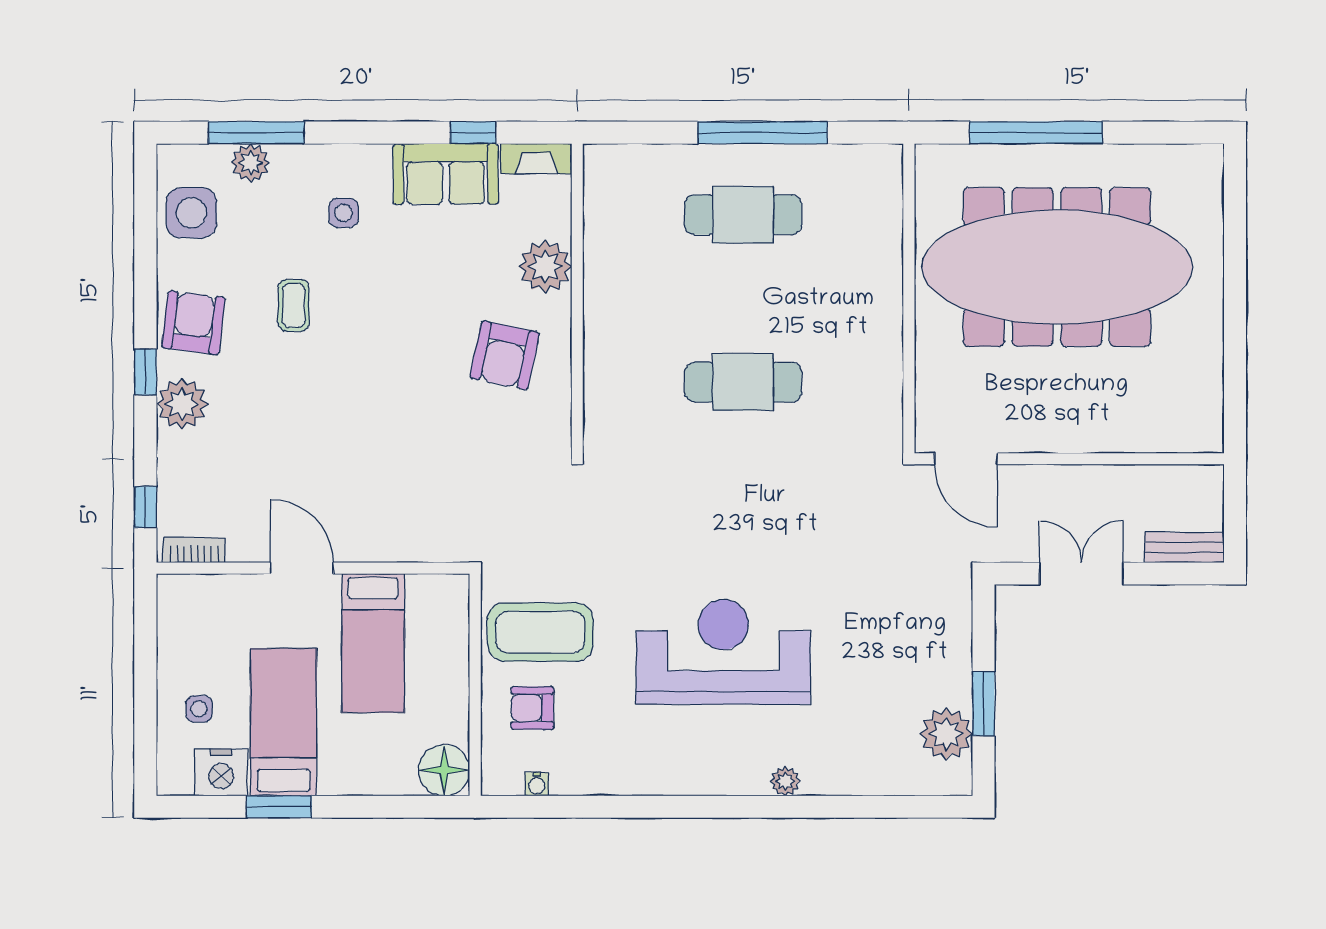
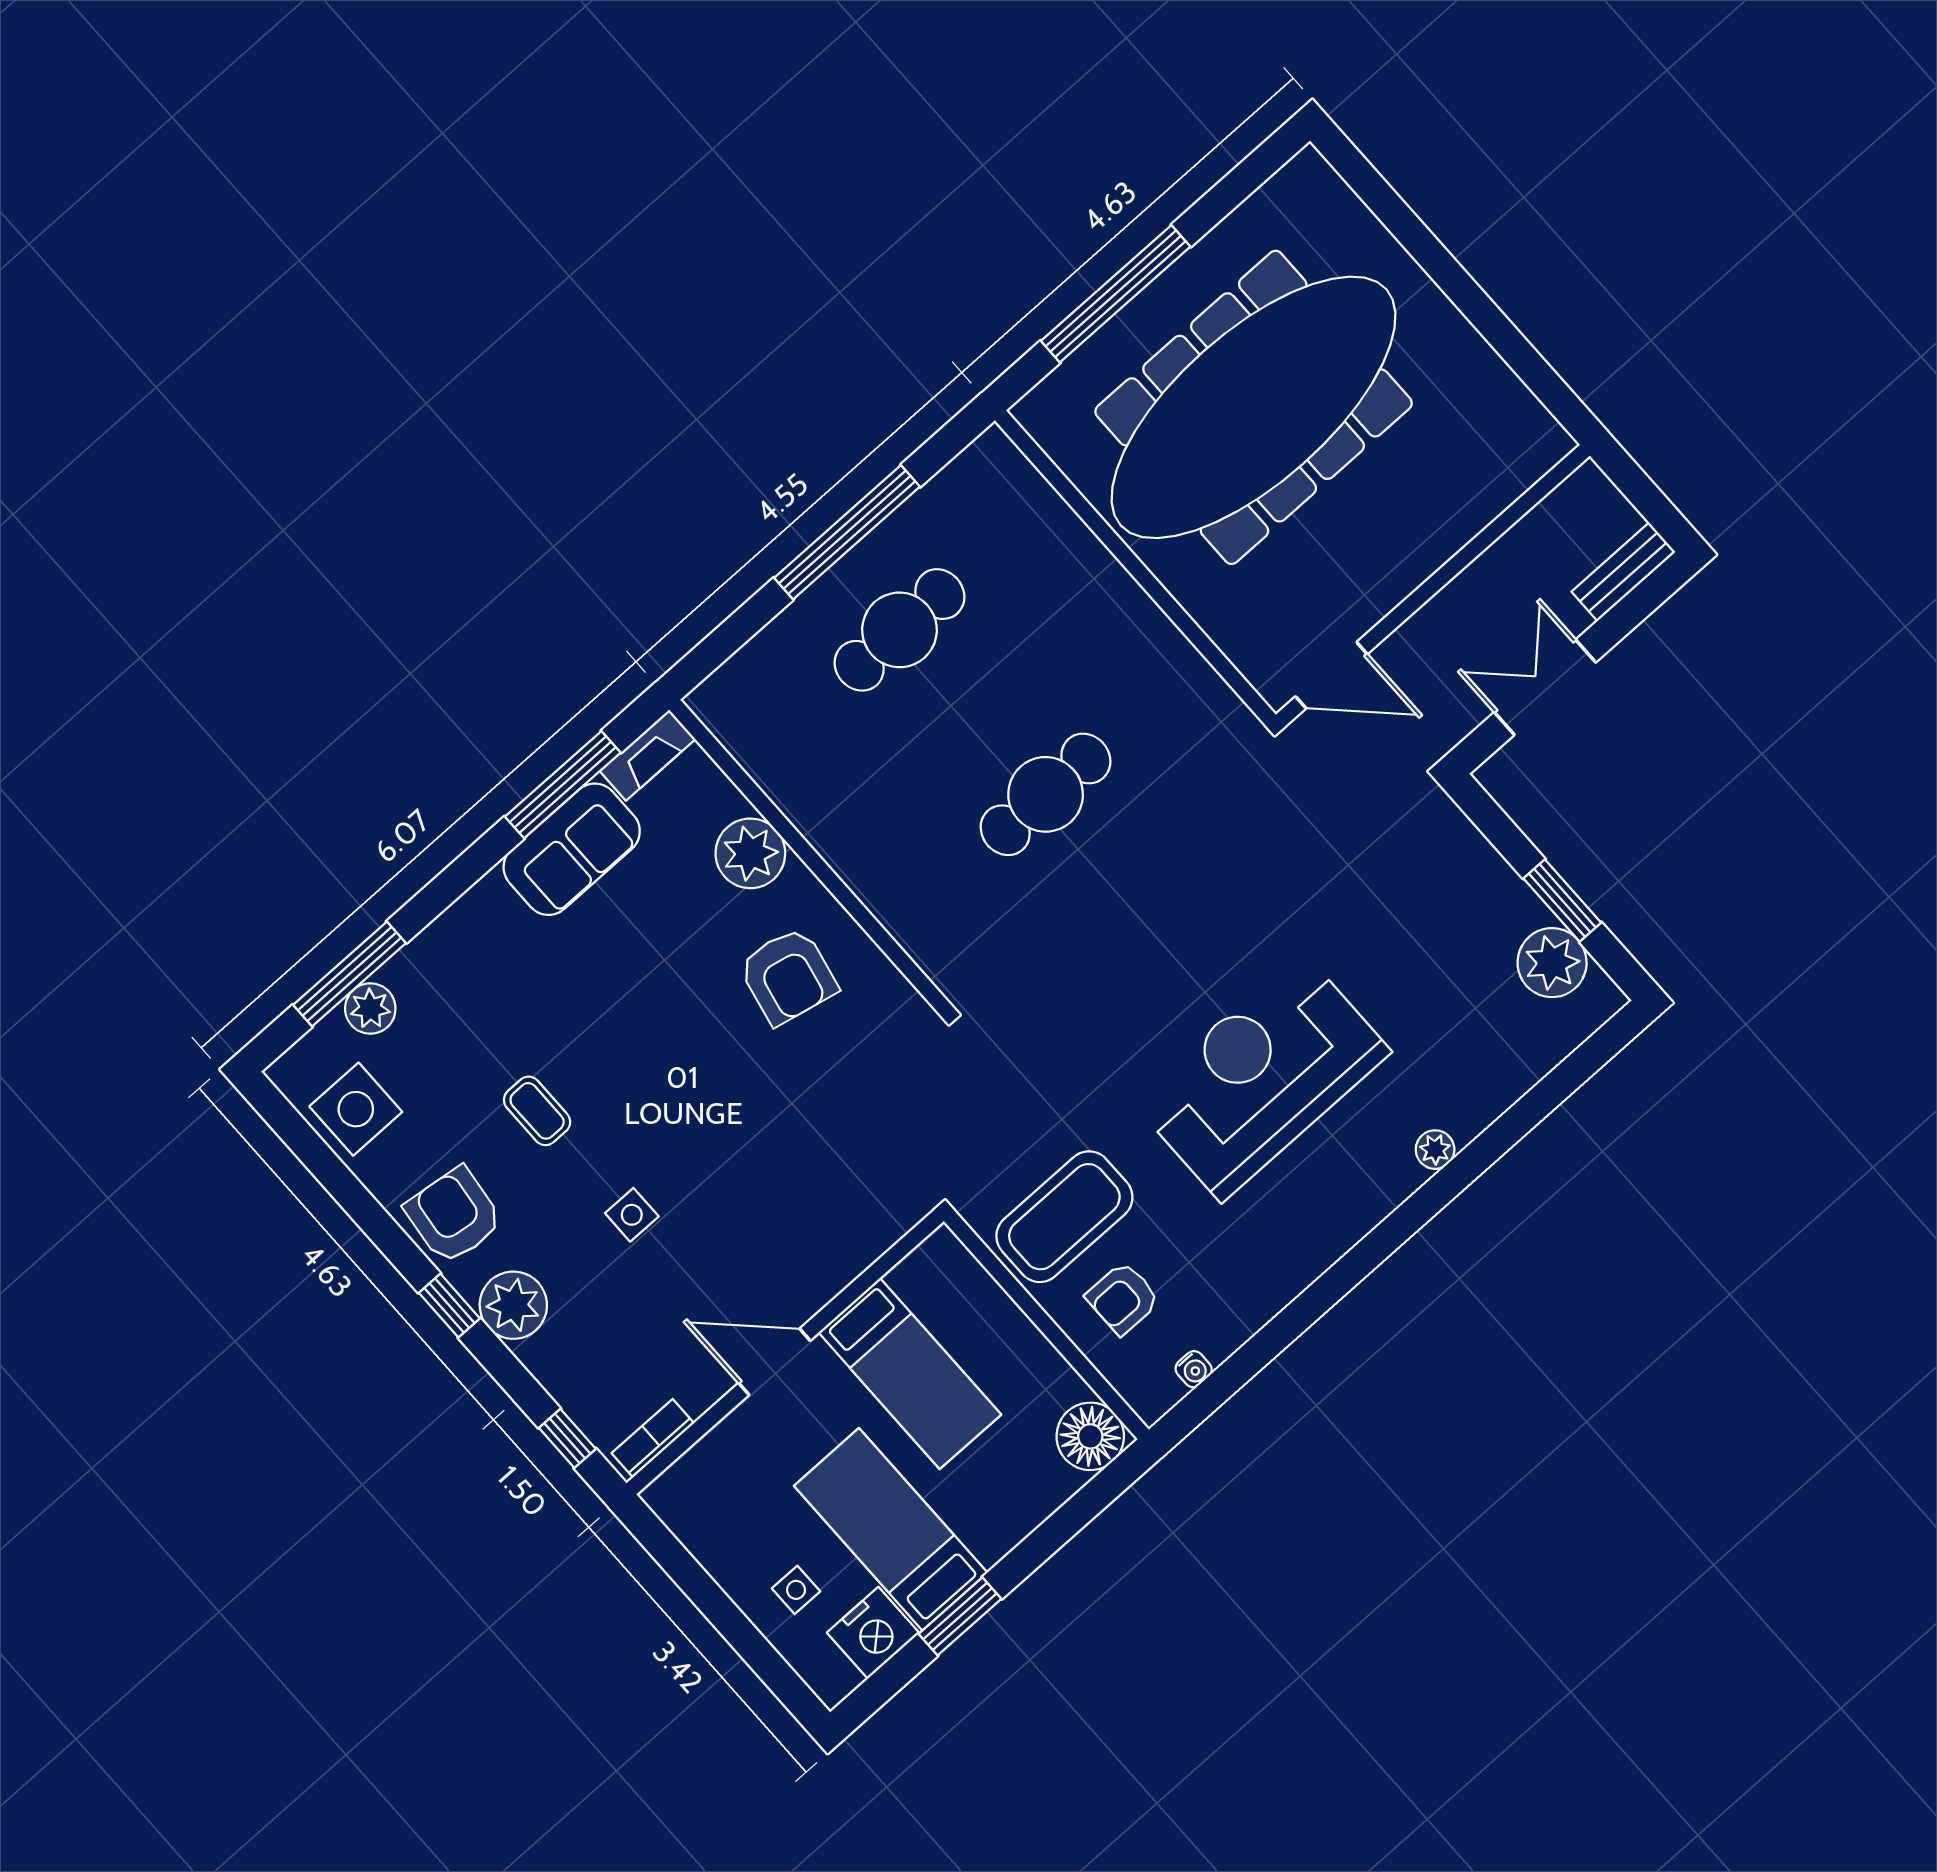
window: (473, 133) -> (563, 785), width x2.17
side table: (343, 213) -> (632, 1215), moved

